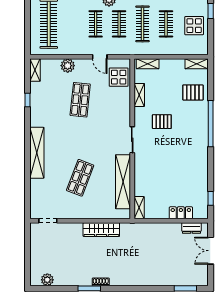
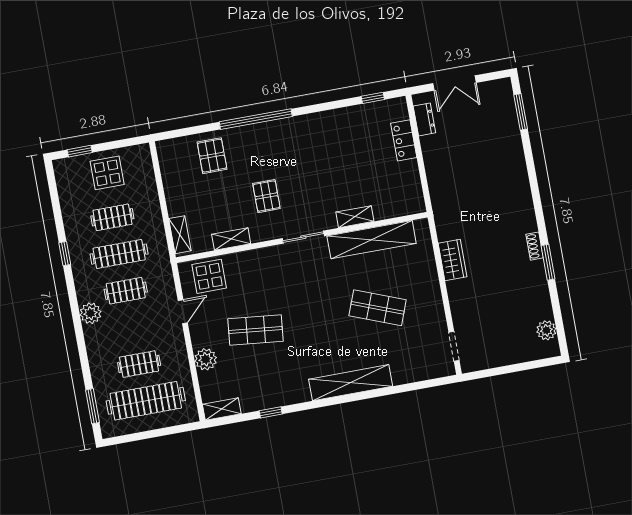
clothes rail: (96, 24) -> (139, 364), moved
shelving: (197, 64) -> (166, 158), removed
shelving: (139, 208) -> (355, 217), moved
wardrobe: (101, 230) -> (453, 260), width x0.67

